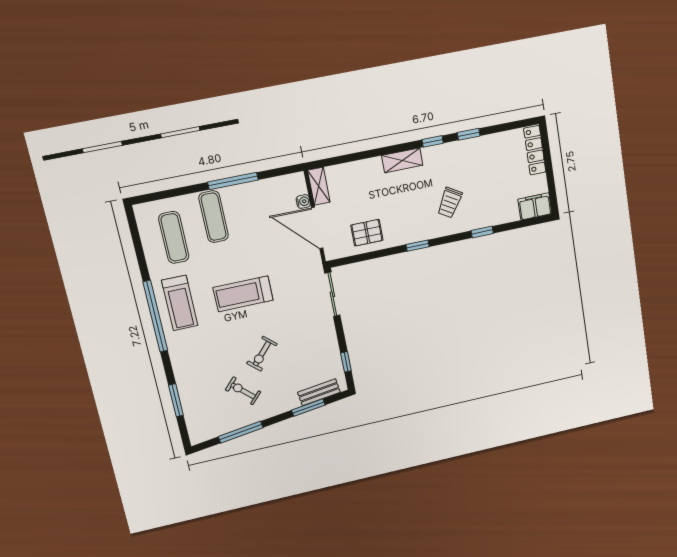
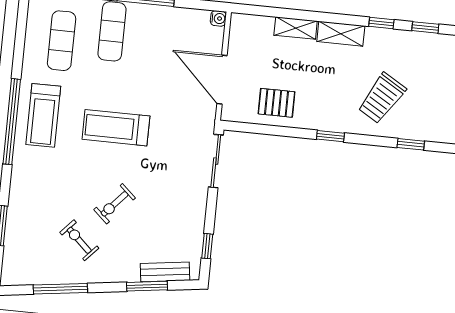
shelving: (319, 186) -> (296, 28), moved, turned 90
water cooler: (303, 201) -> (218, 18), moved
trolley: (450, 203) -> (382, 98), width x1.36, depth x1.39

